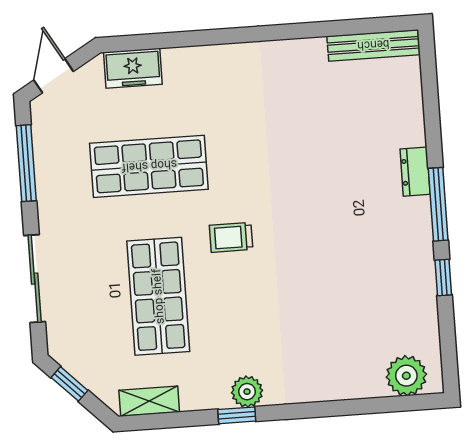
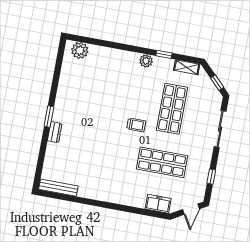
window: (26, 163) -> (211, 177), width x0.46
window: (438, 204) -> (49, 117), width x0.69
window: (443, 278) -> (55, 86), removed
window: (237, 415) -> (164, 54), moved

